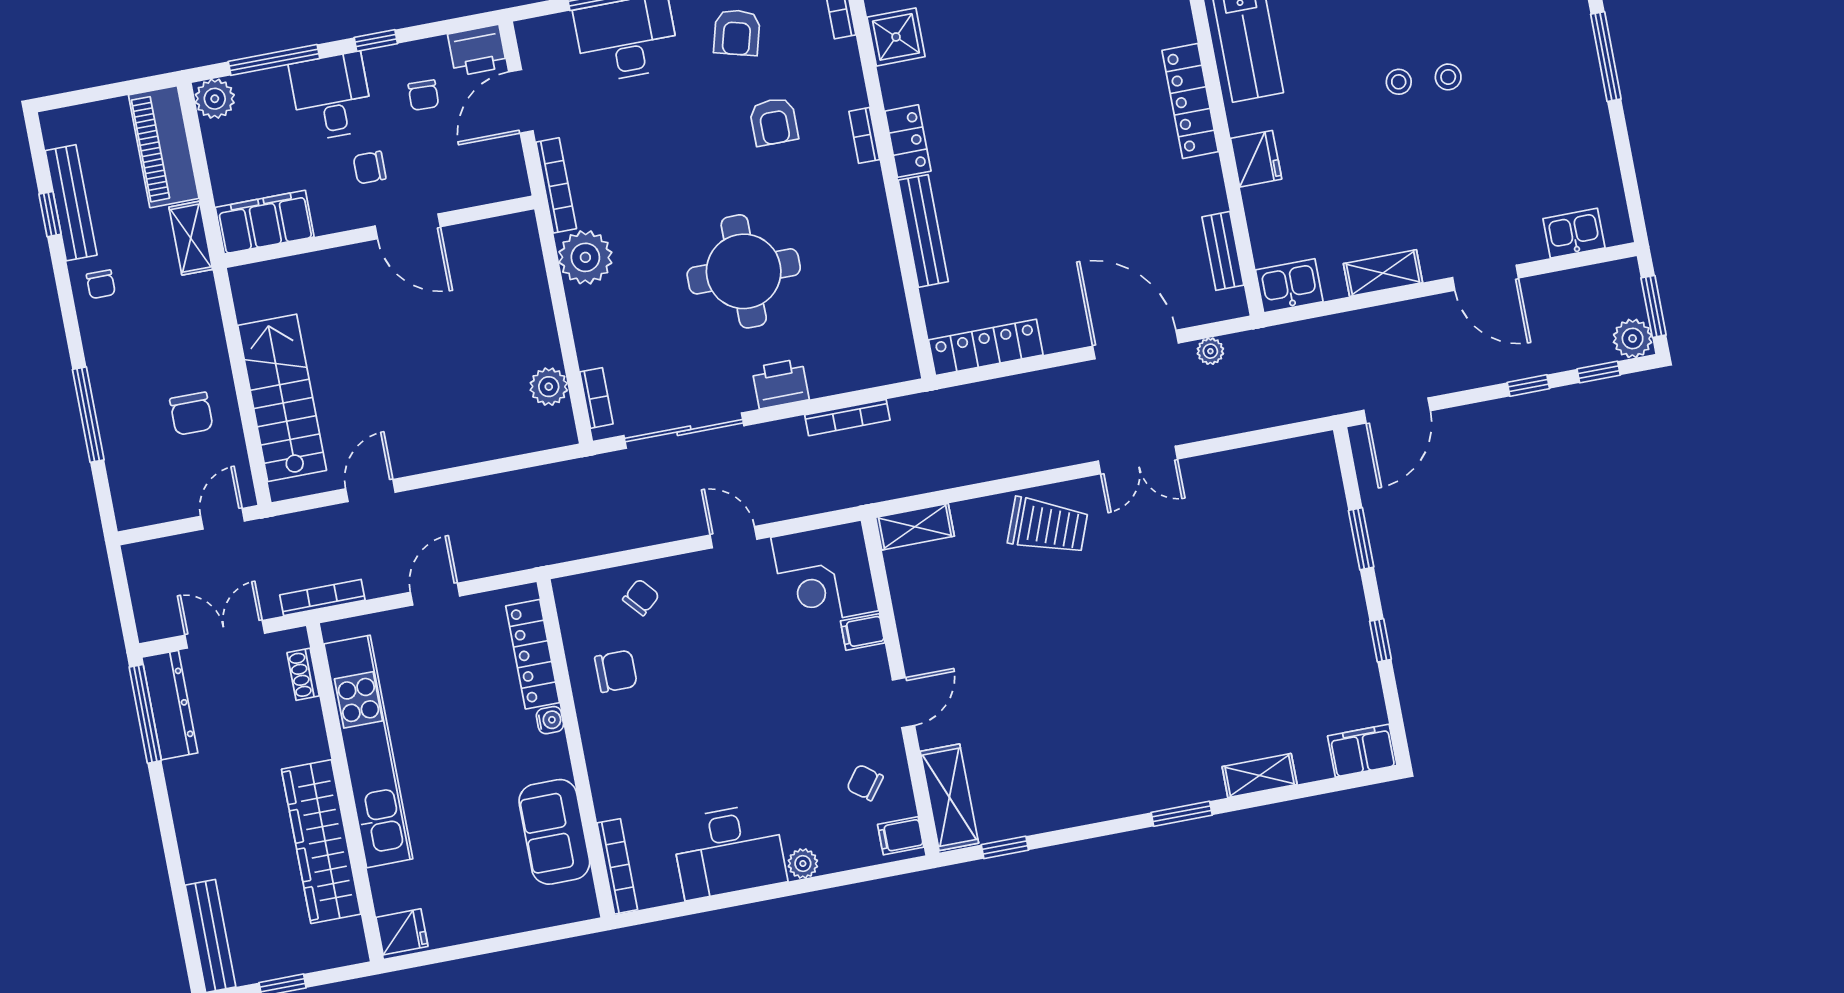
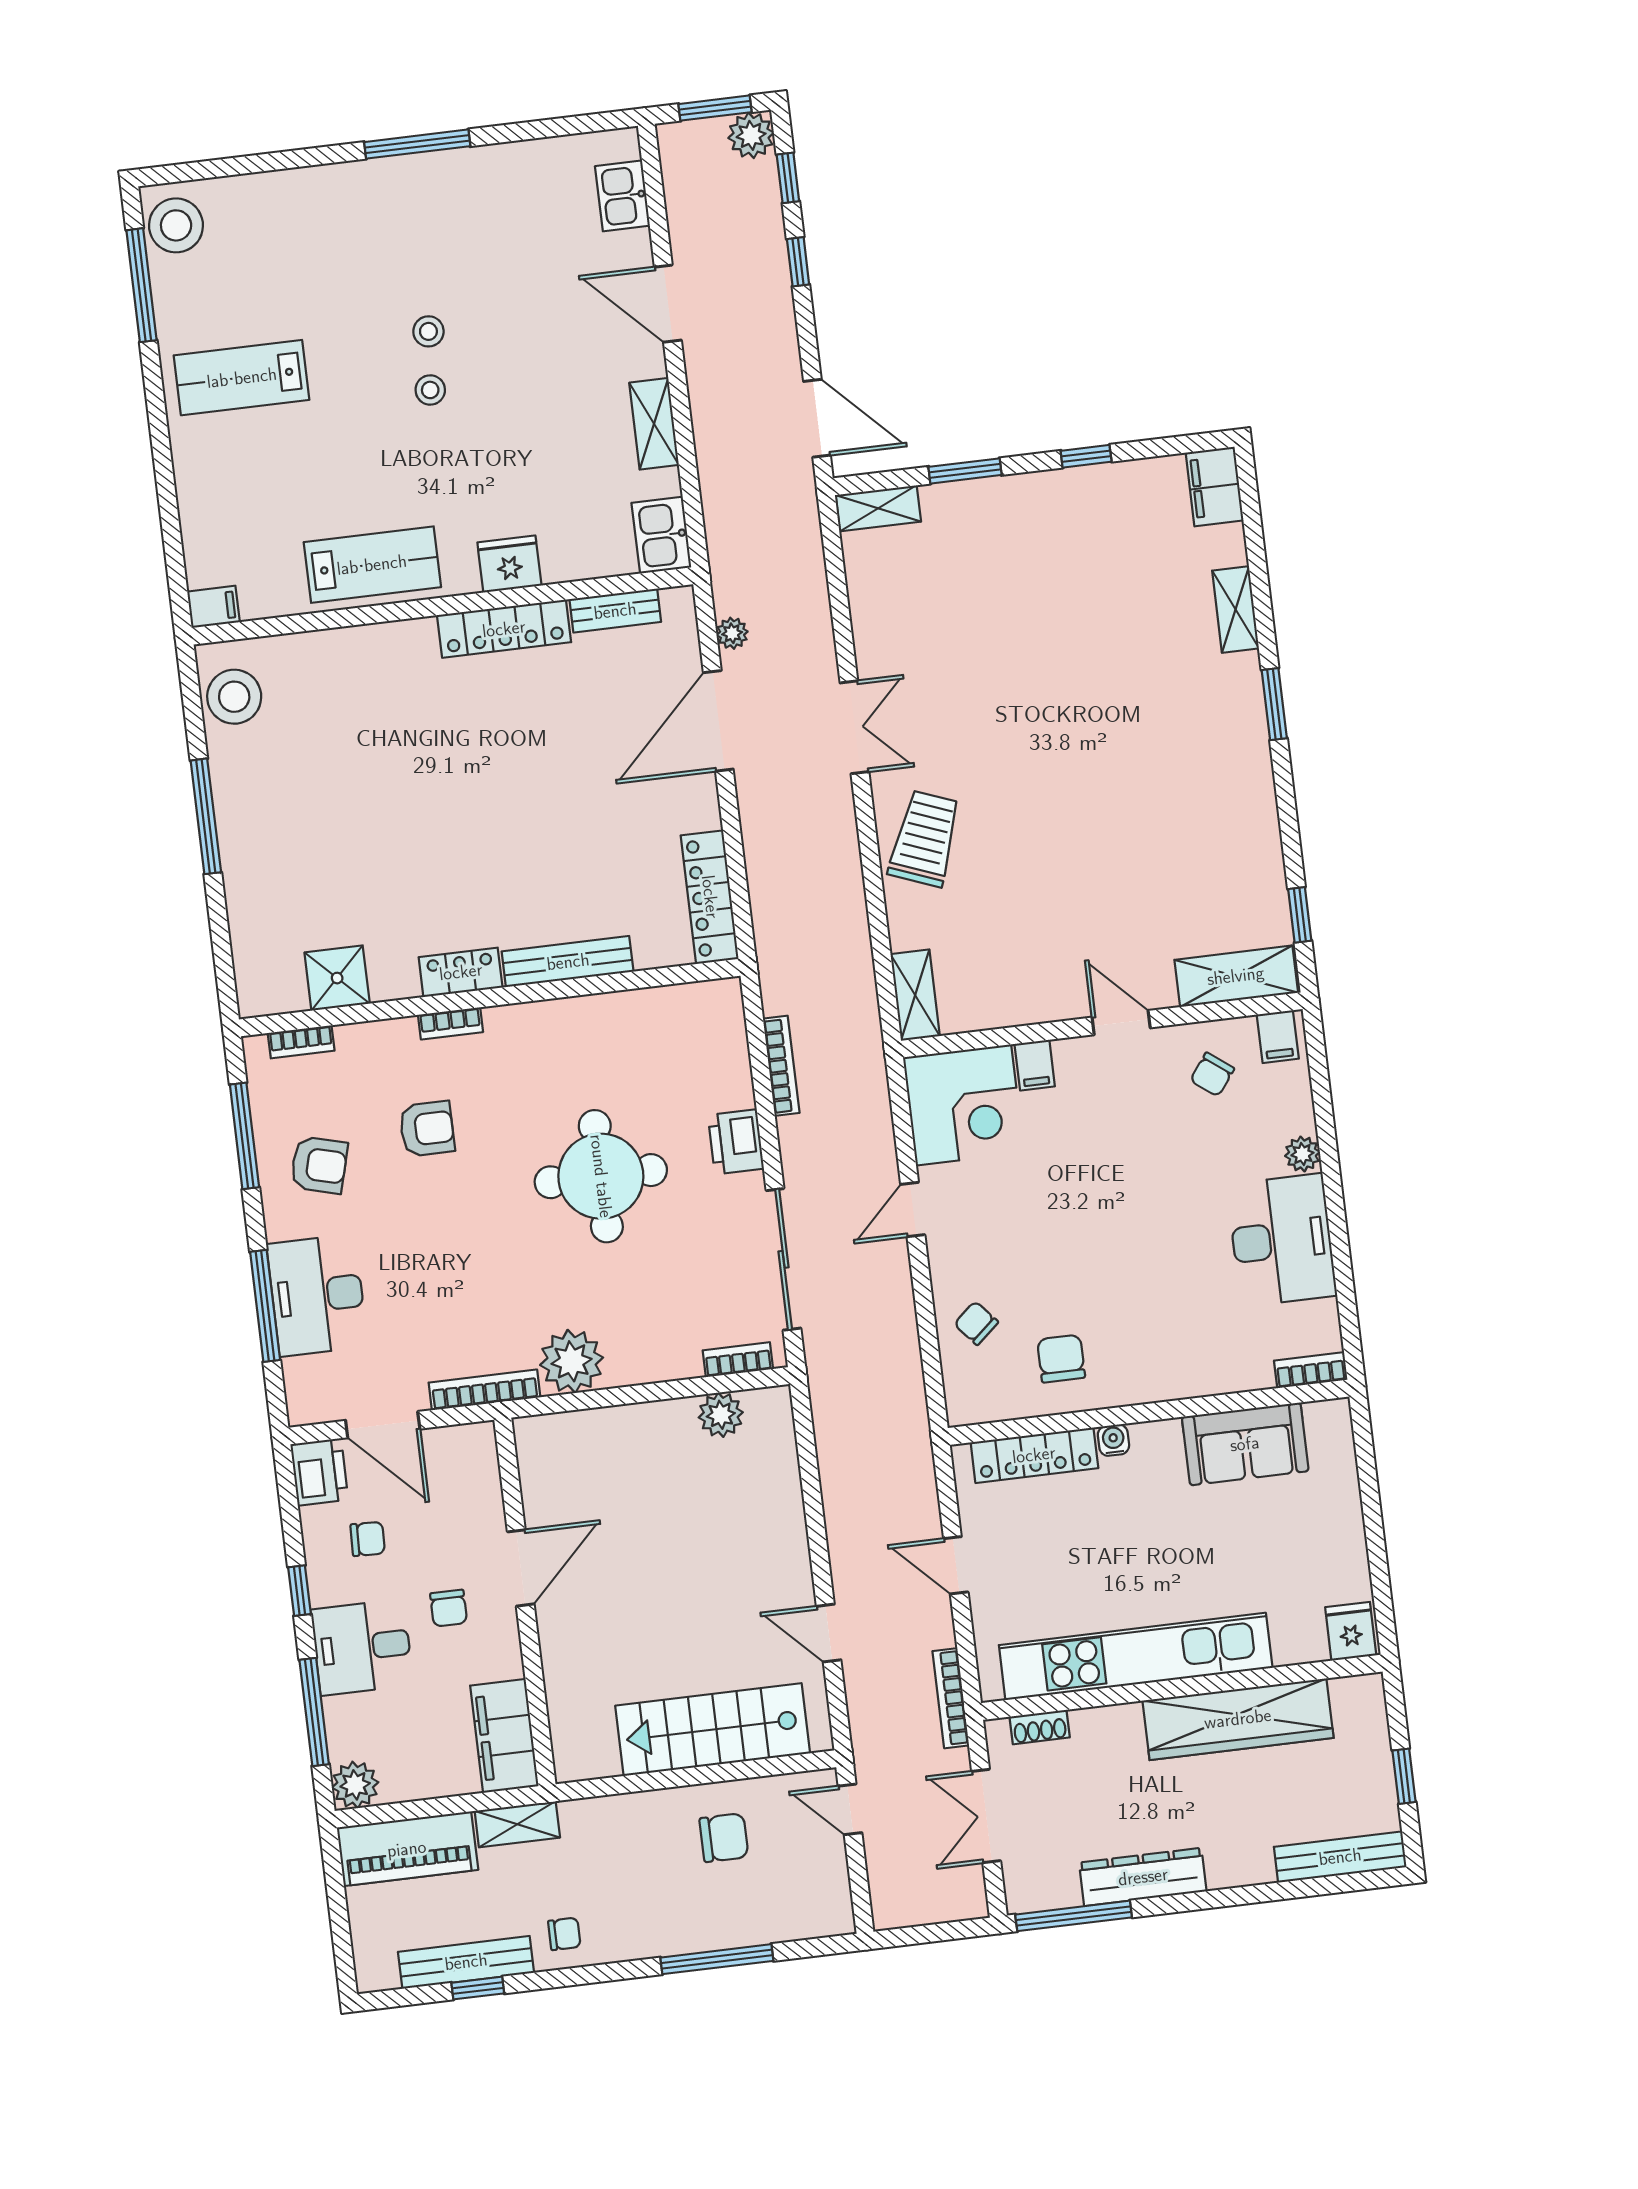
locker: (1190, 101) -> (504, 629), moved
door: (1485, 278) -> (668, 304), swing flipped
shelving: (1324, 468) -> (878, 508), added
dresser: (170, 705) -> (1143, 1877), moved
bookcase: (617, 866) -> (1310, 1370), width x0.64

